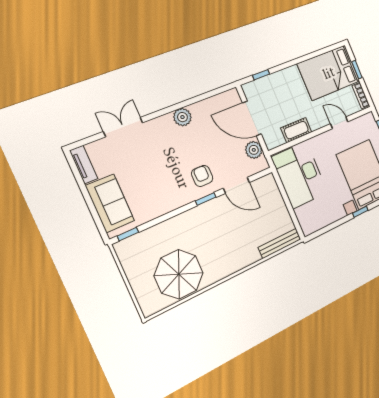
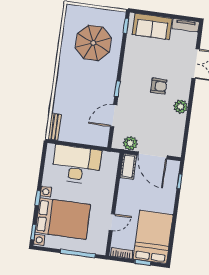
door: (252, 118) -> (153, 155), swing flipped
cot: (296, 130) -> (128, 166), moved
desk: (300, 175) -> (76, 165), moved
armchair: (202, 176) -> (159, 86), moved
bench: (280, 243) -> (55, 127), width x0.73
parasol: (179, 274) -> (93, 43), moved

